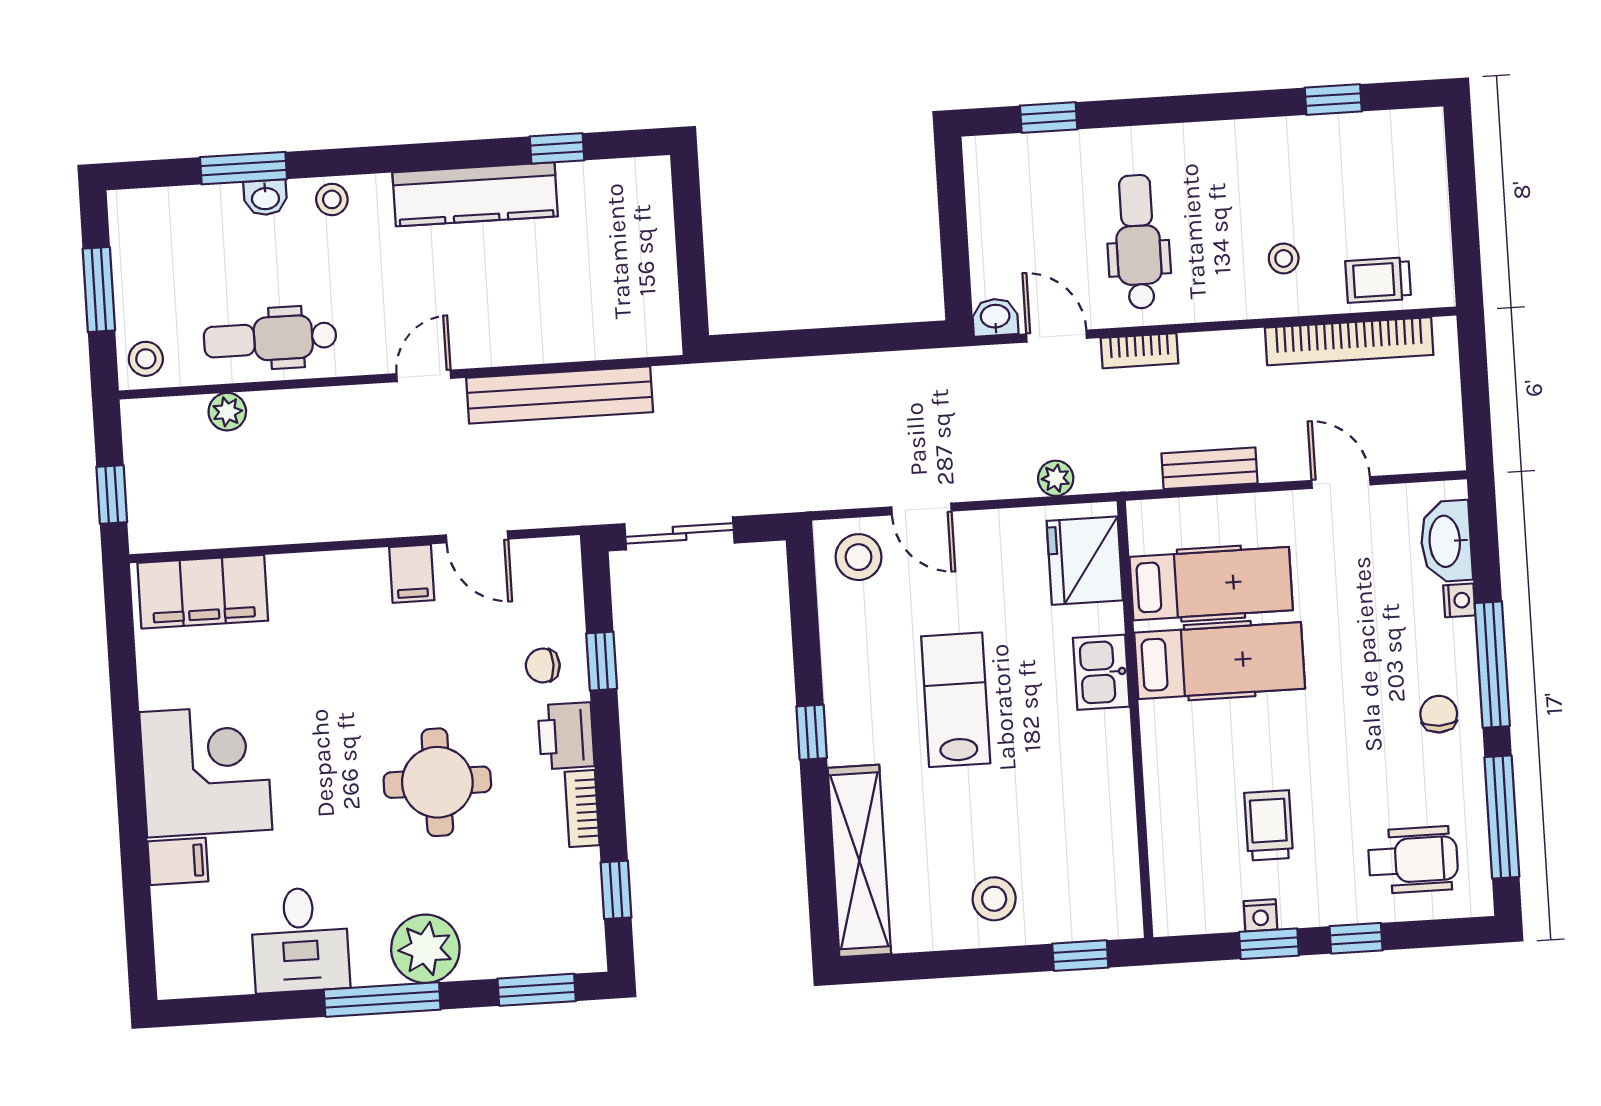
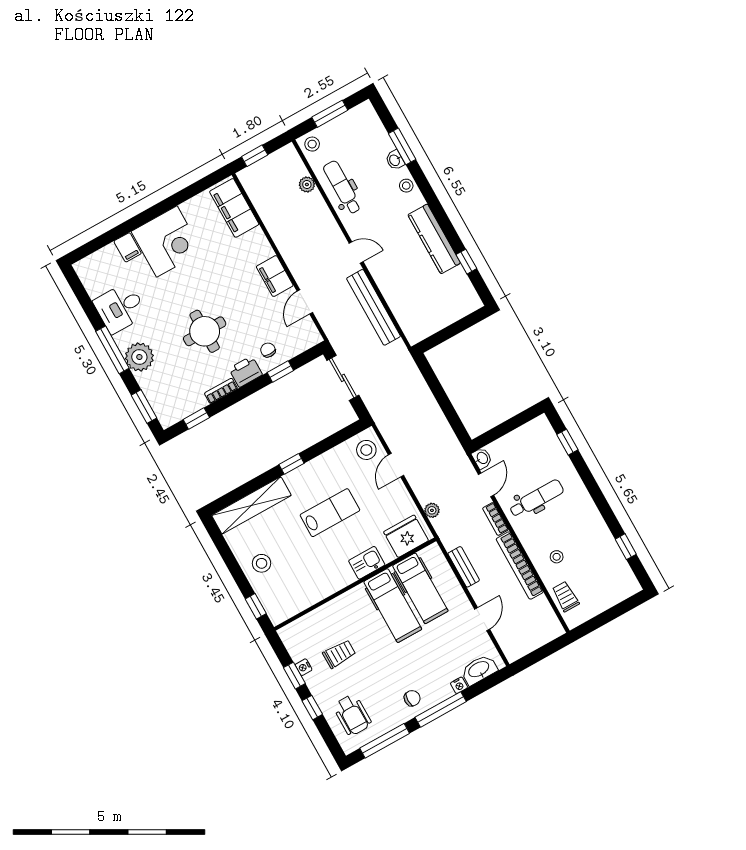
bookcase: (1349, 341) -> (520, 565), moved
filing cabinet: (412, 574) -> (275, 276), width x2.00

